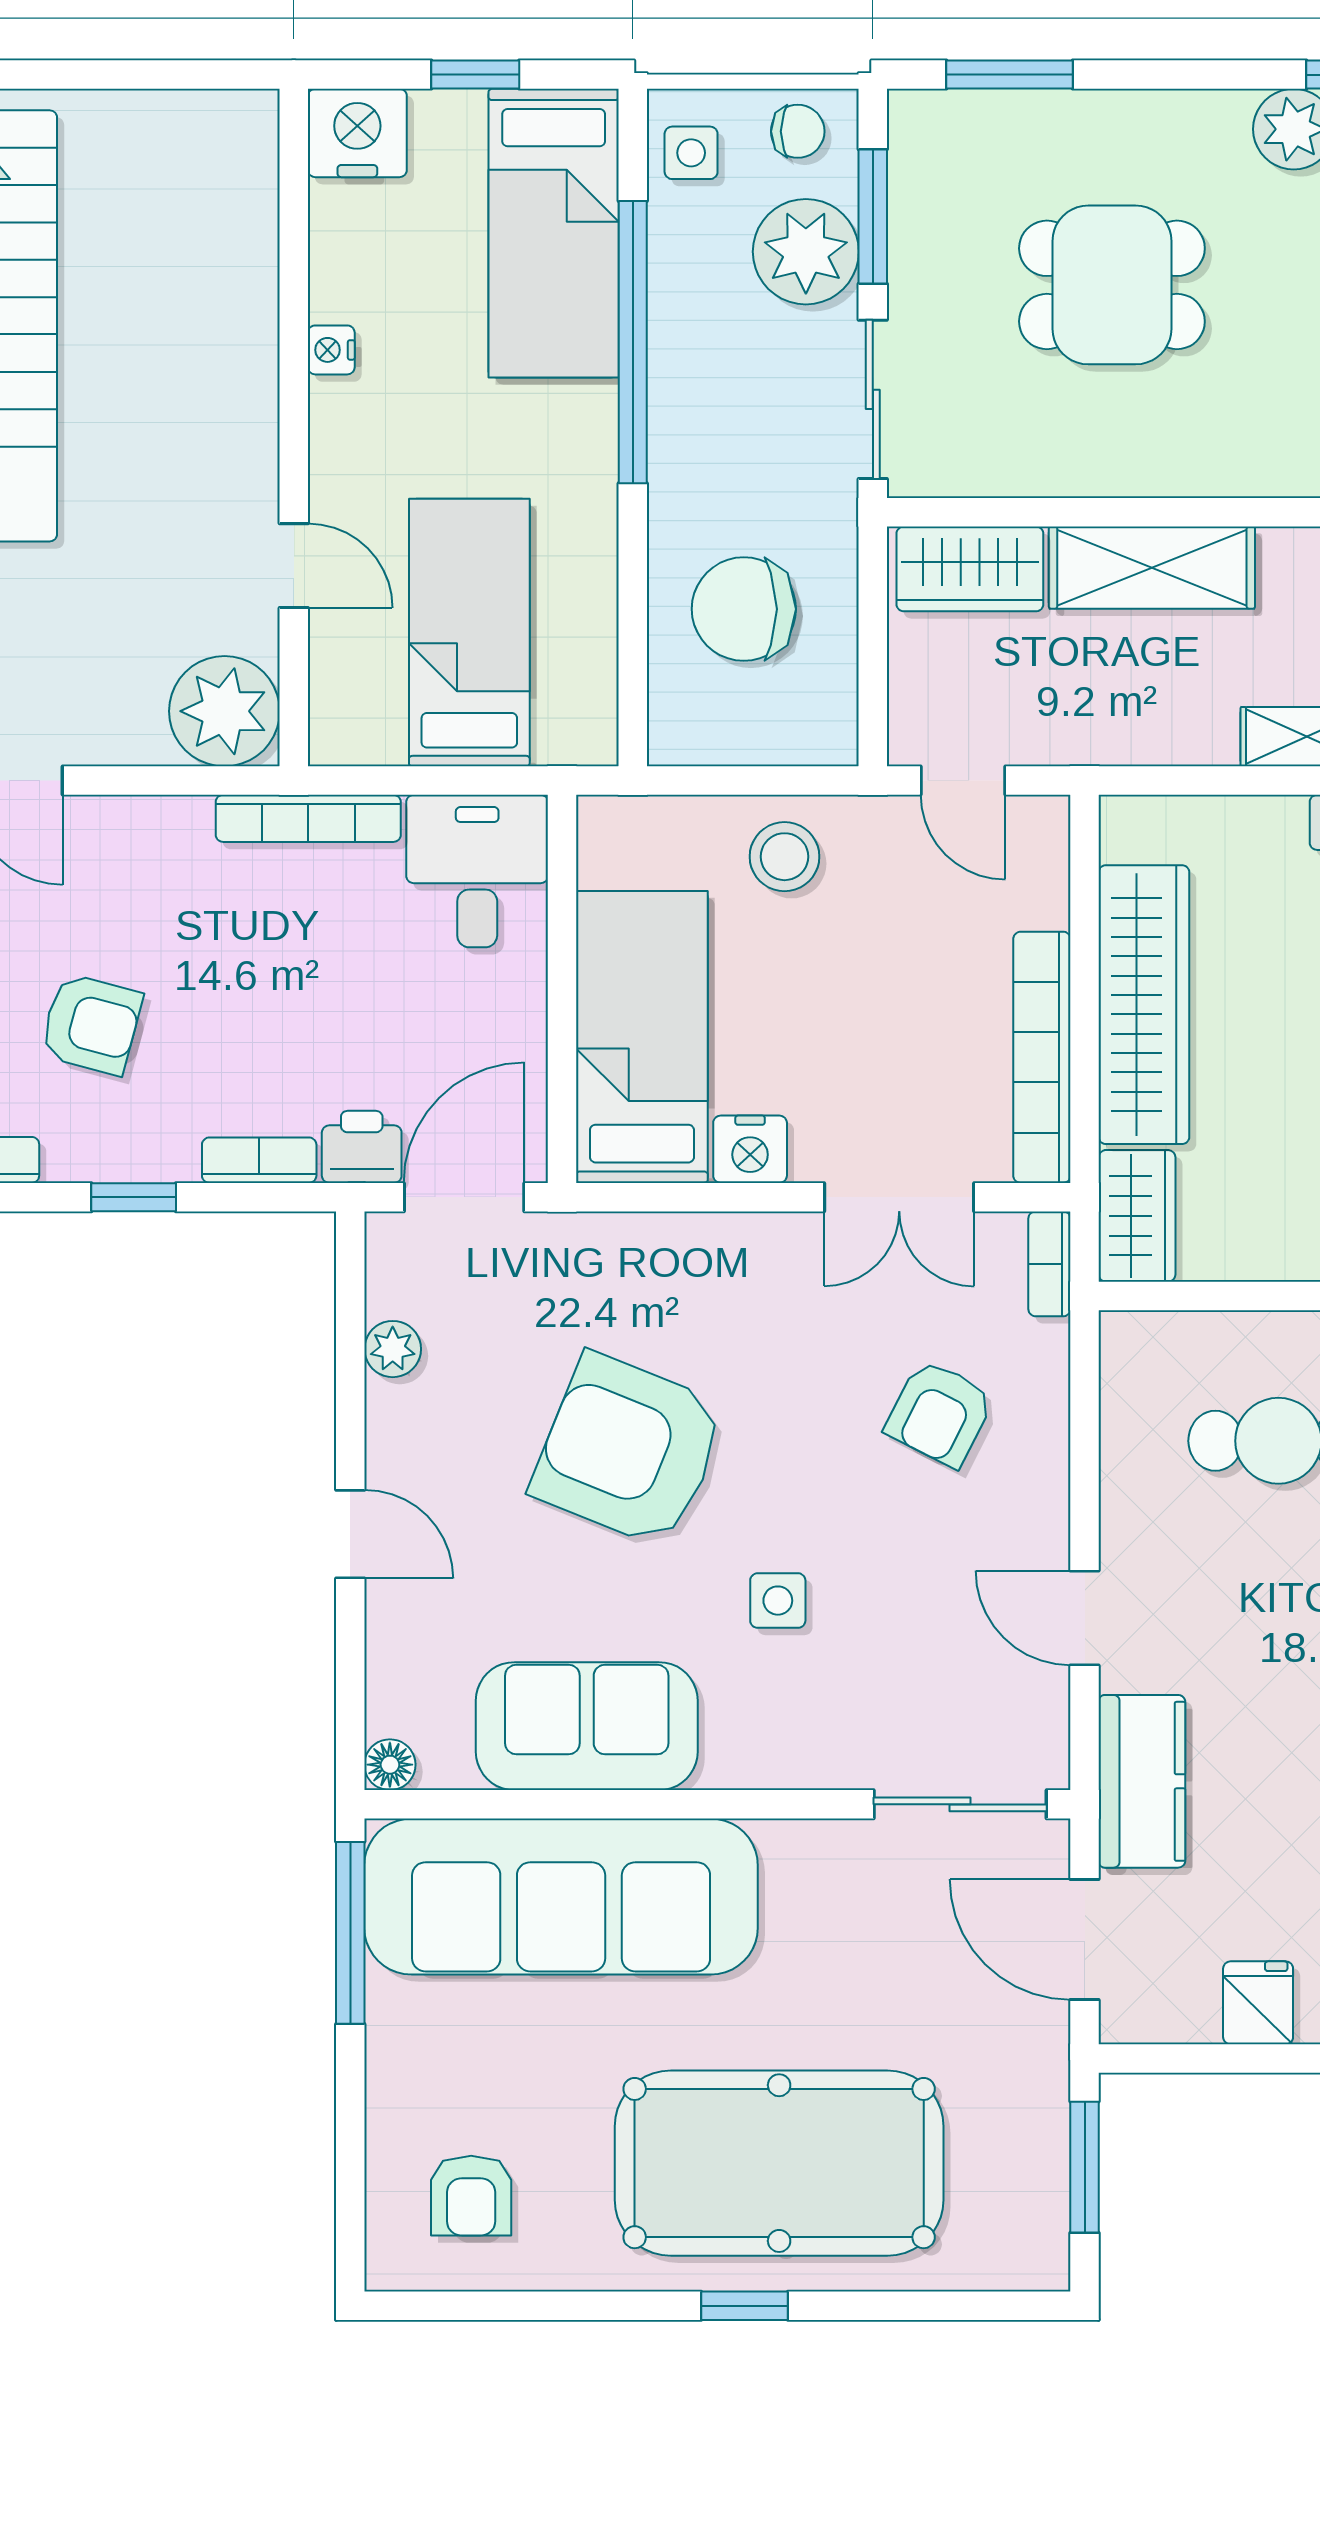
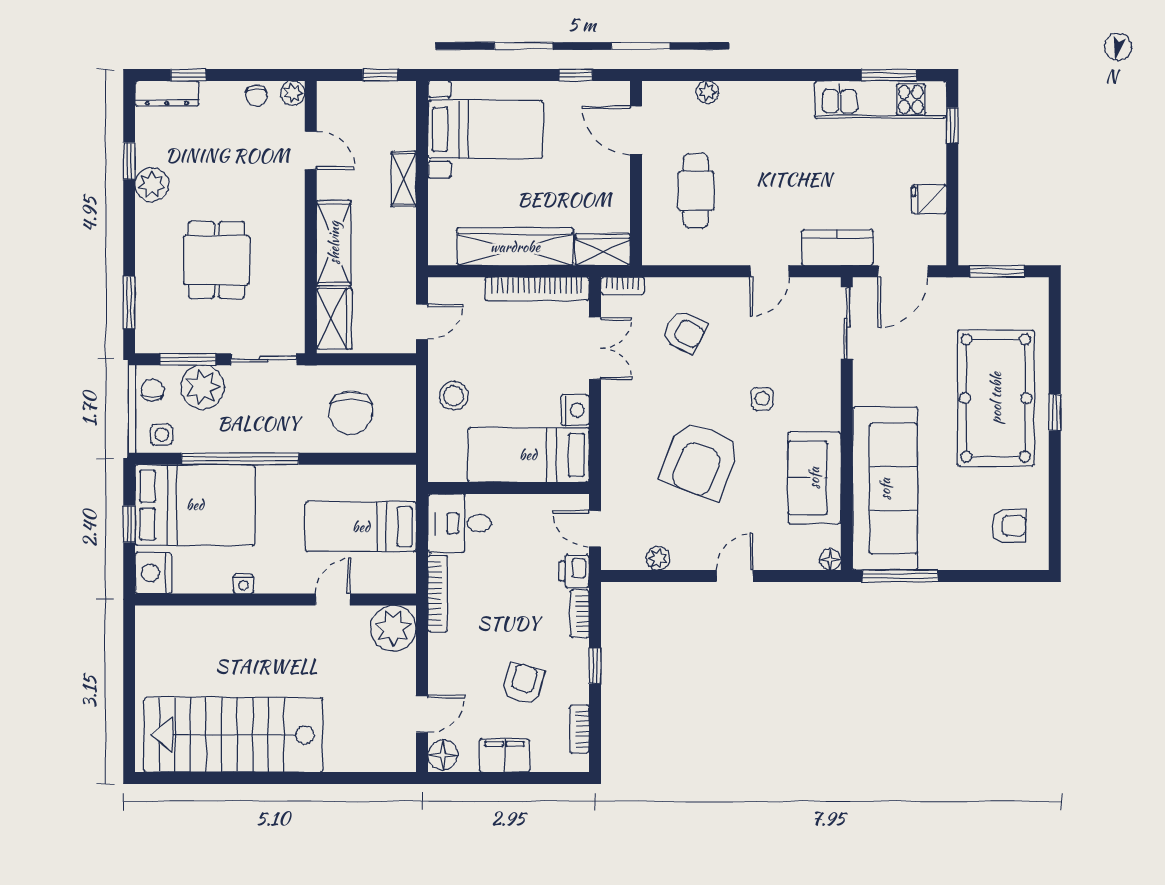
bed: (554, 233) -> (195, 505), width x1.50
door: (464, 1197) -> (595, 529), width x0.73

